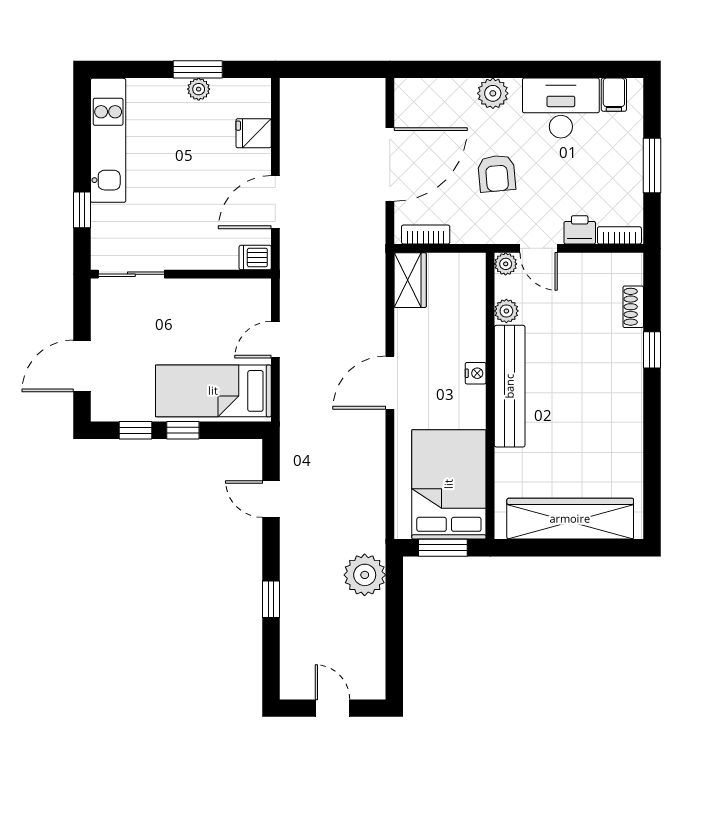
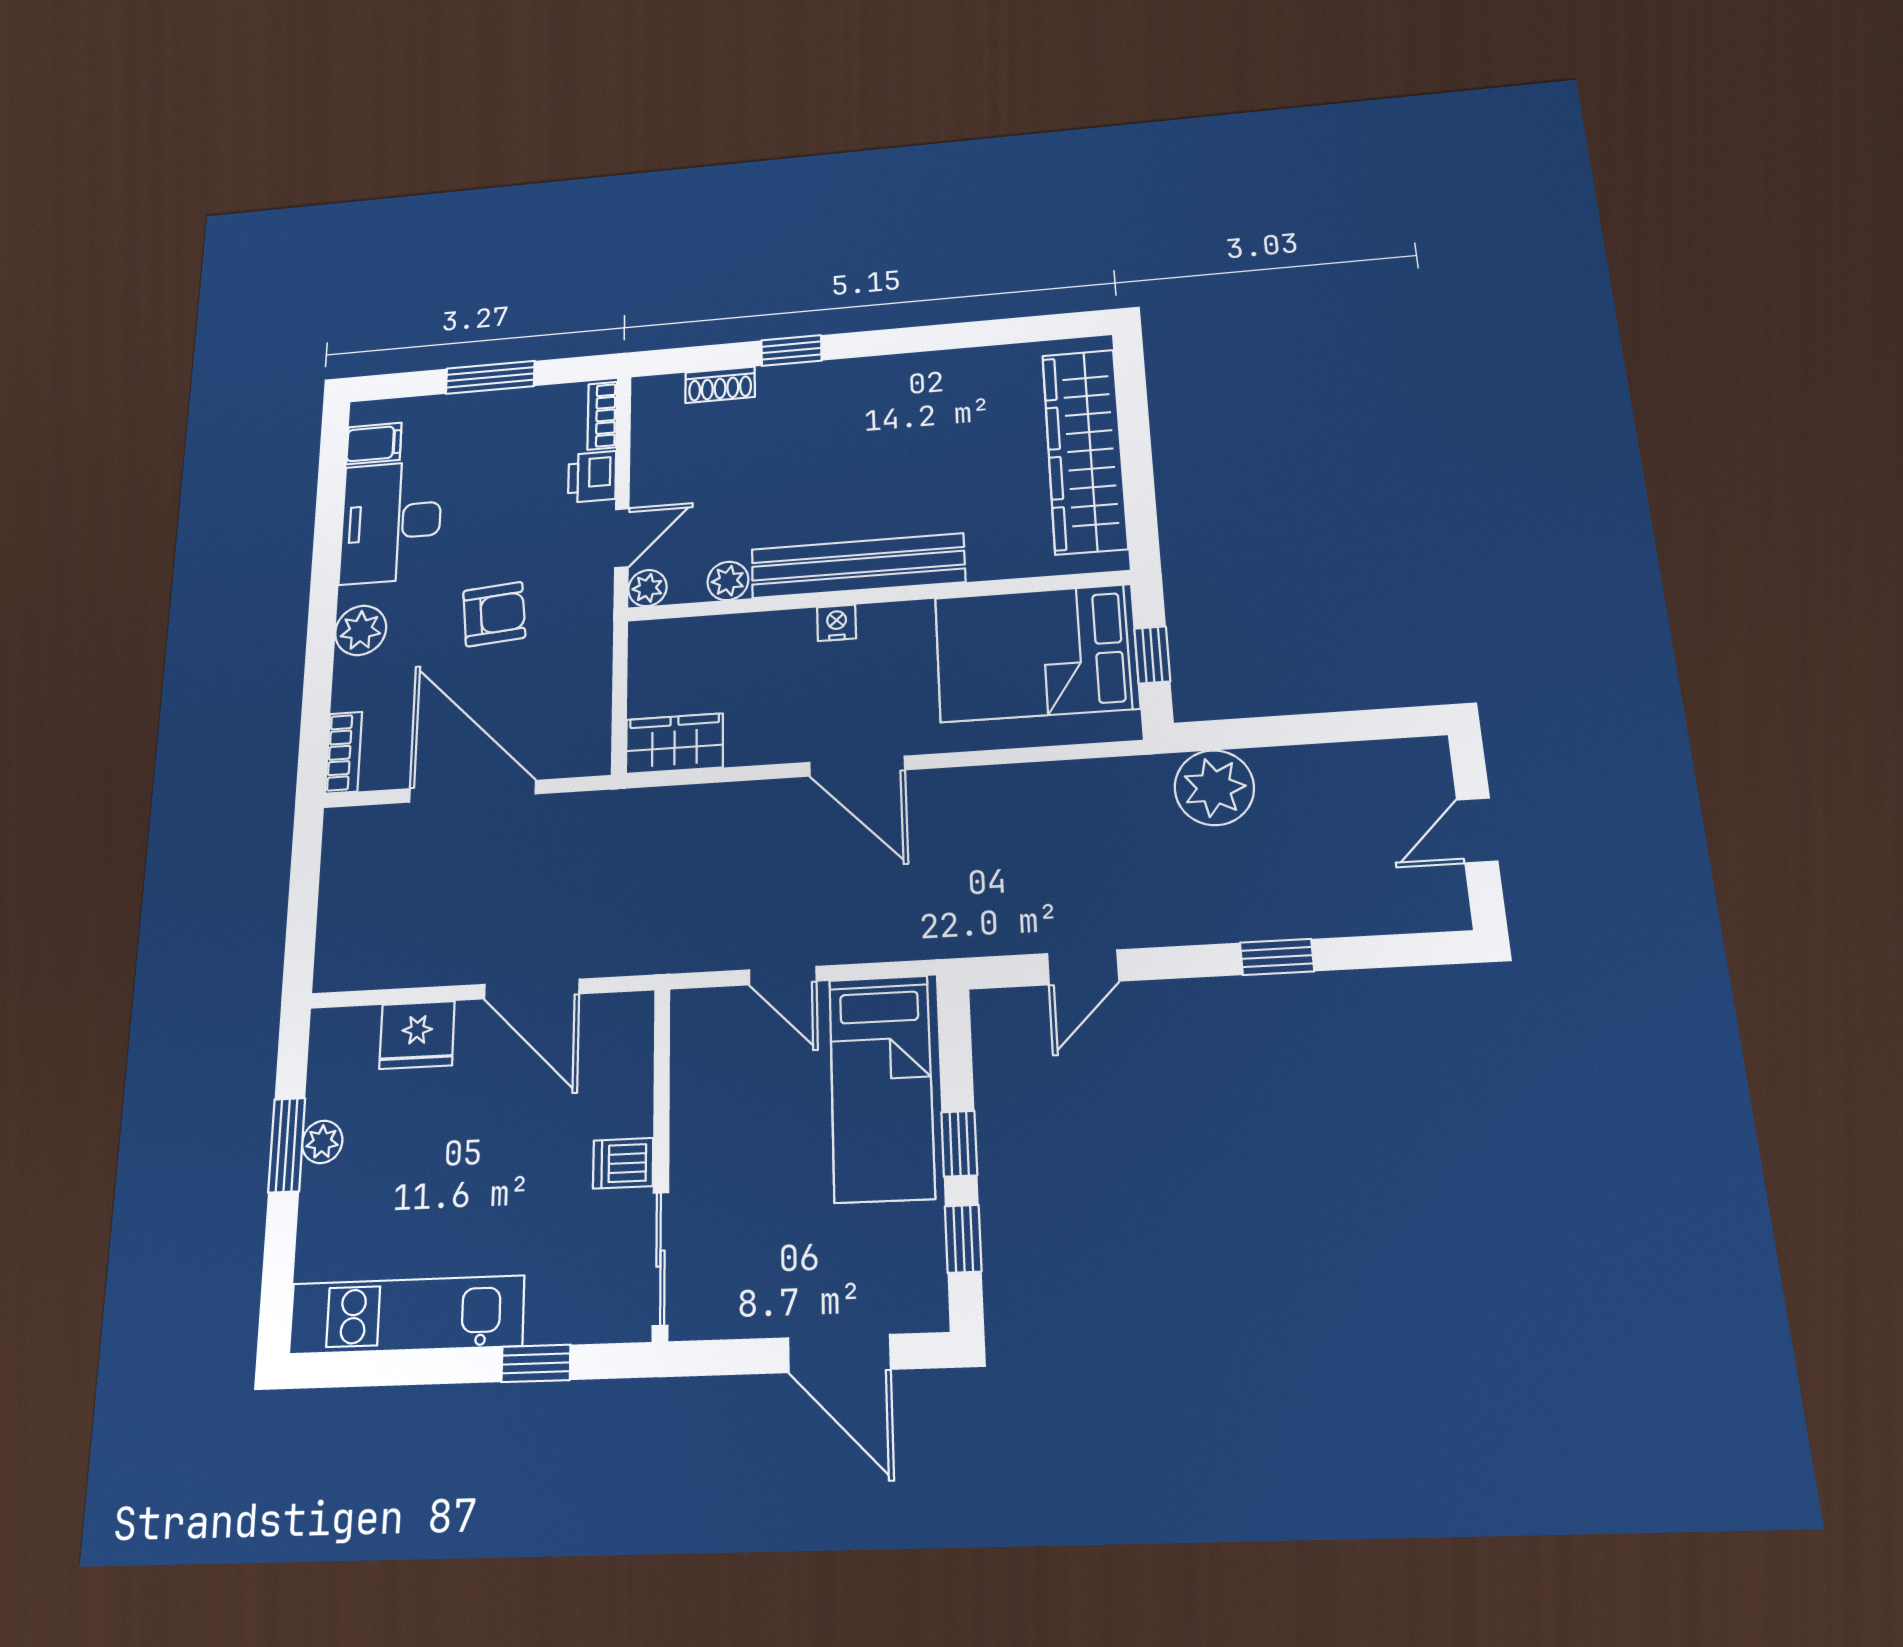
fridge: (254, 133) -> (417, 1035), width x1.38
bookcase: (426, 235) -> (344, 753), moved, turned 180
dishwasher: (255, 258) -> (623, 1163), moved, turned 90
window: (443, 548) -> (1152, 655), width x0.67

